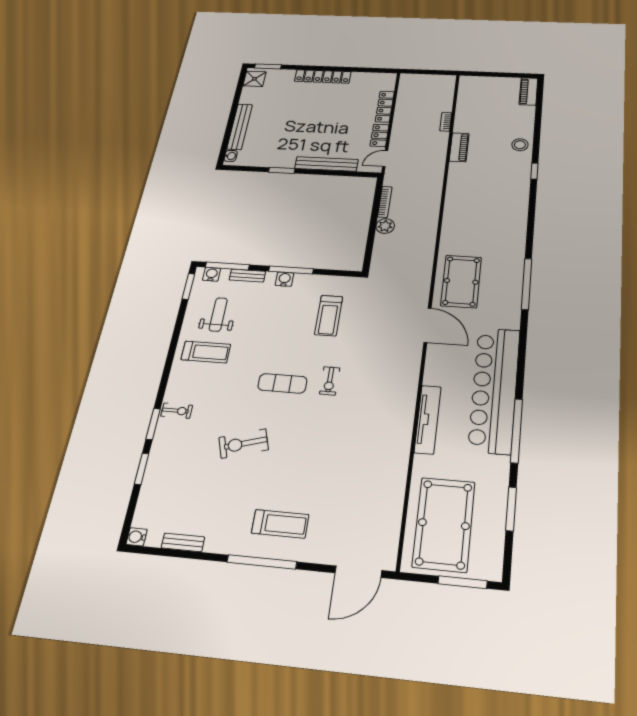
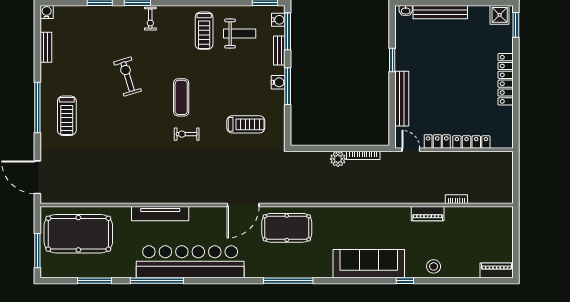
sofa: (512, 203) -> (369, 264), added
treadmill: (329, 316) -> (246, 124), turned 180

